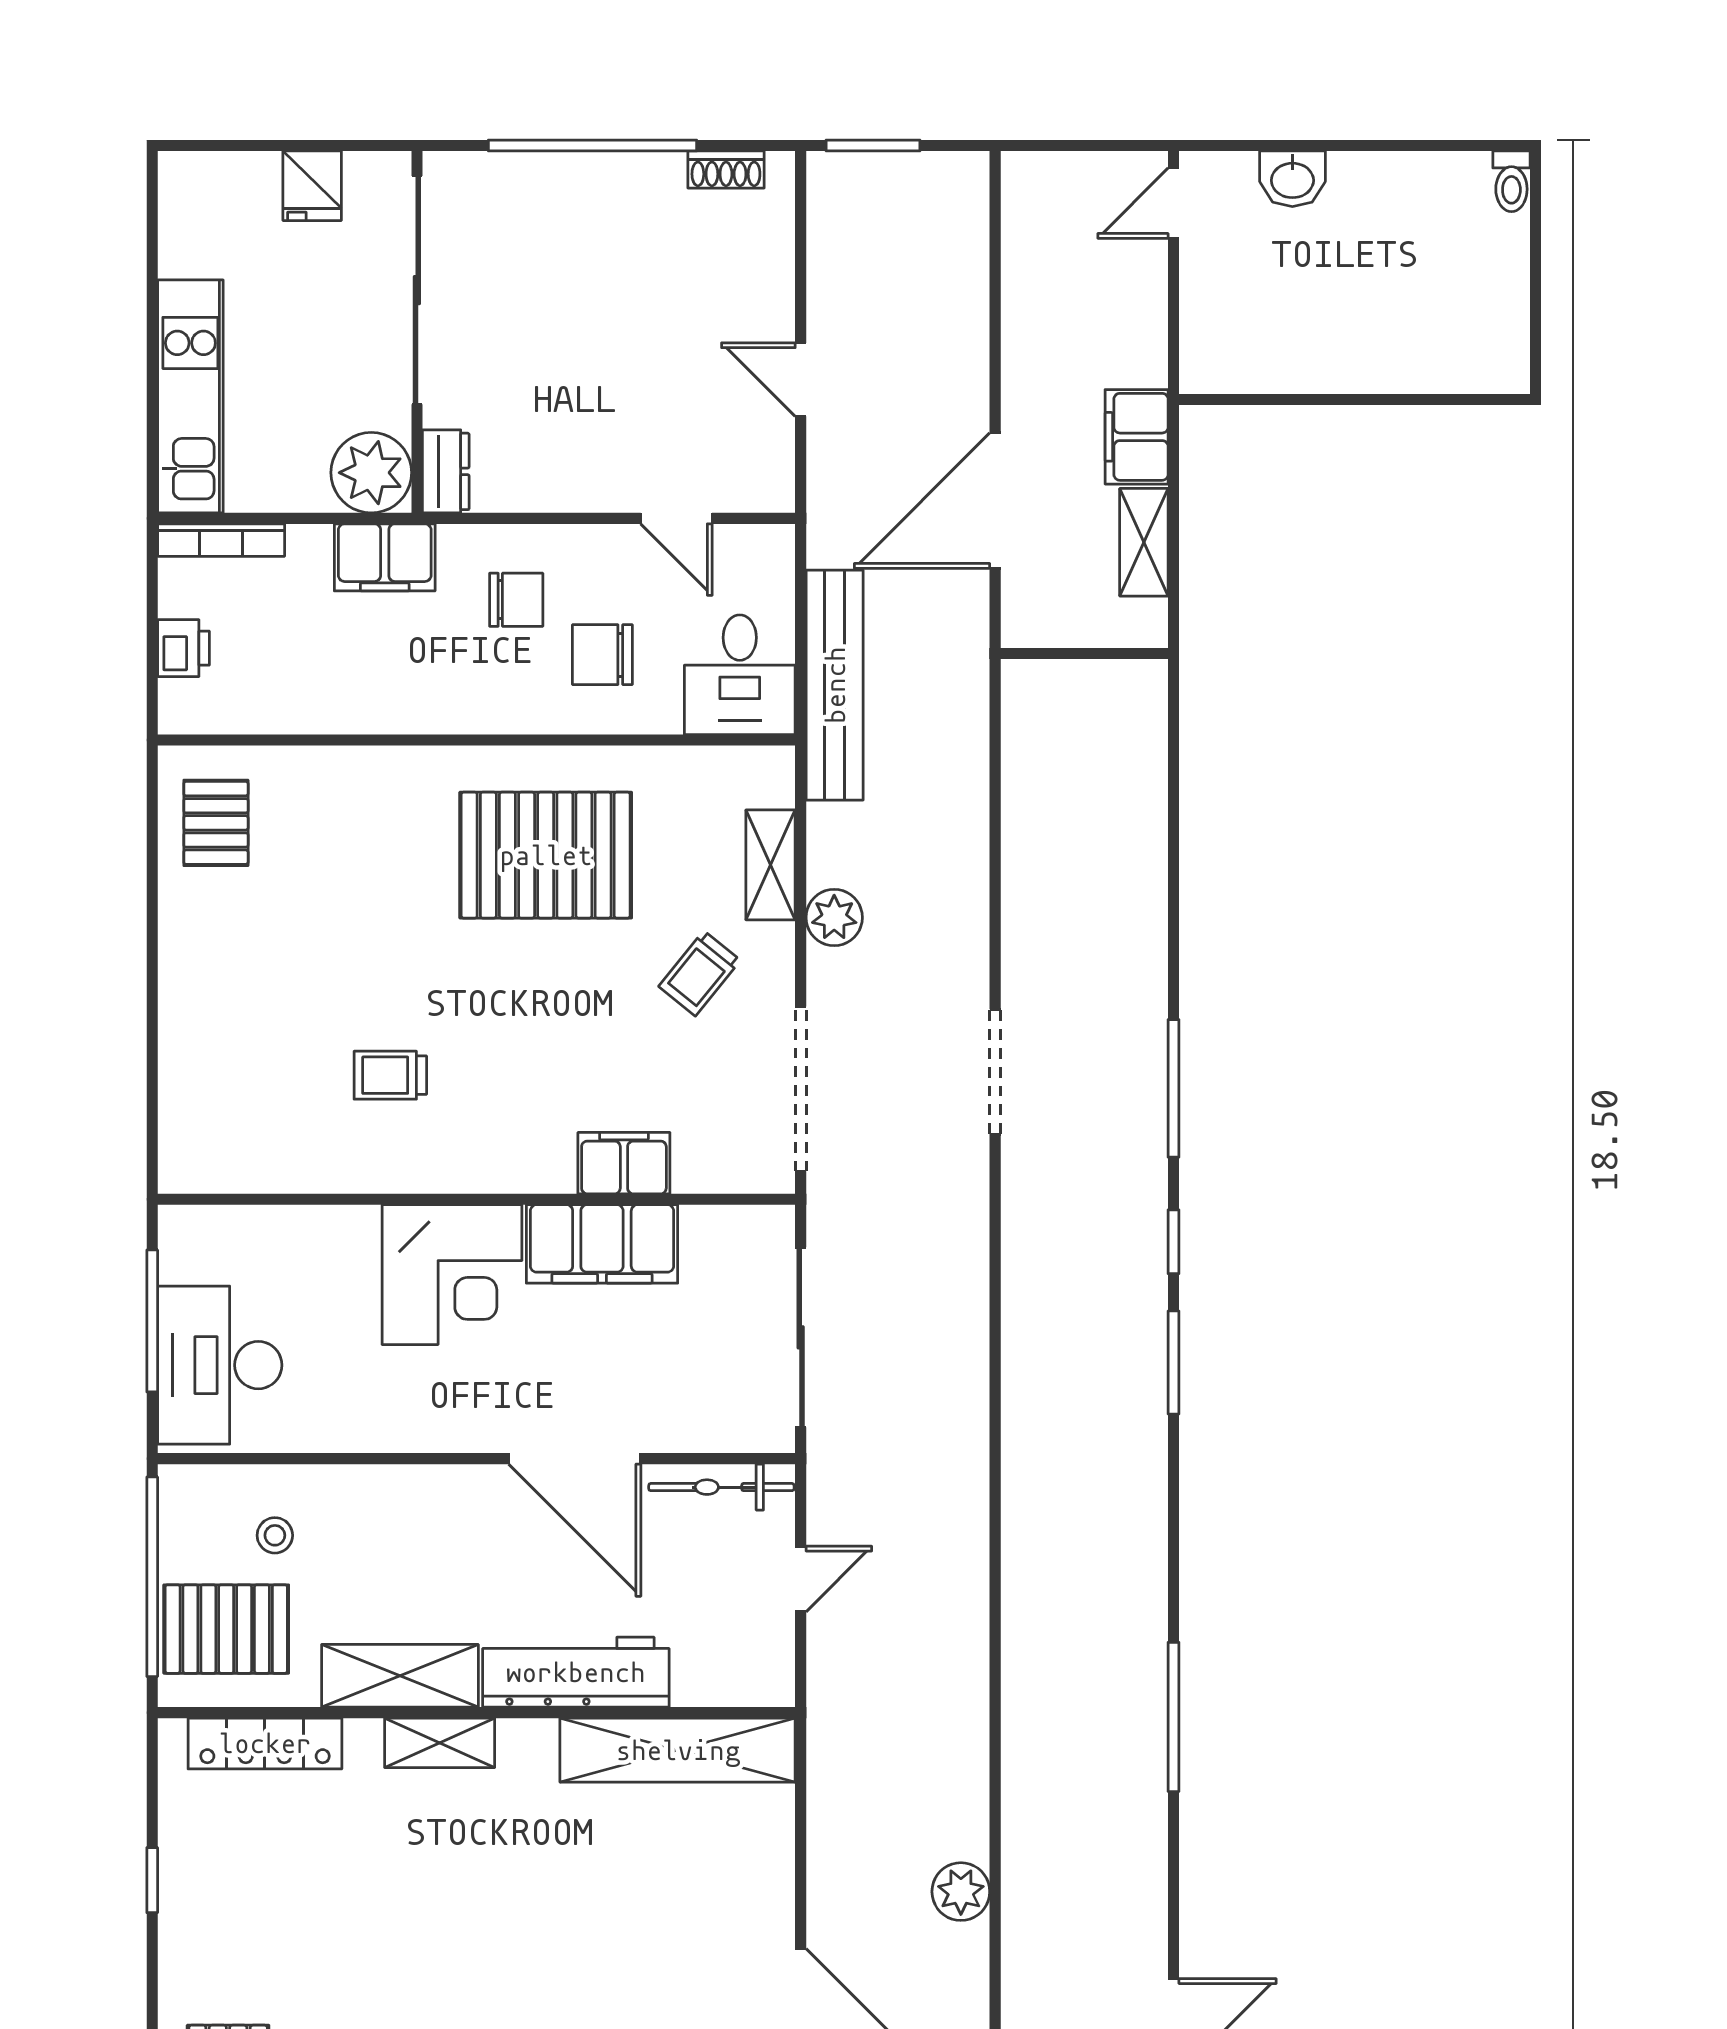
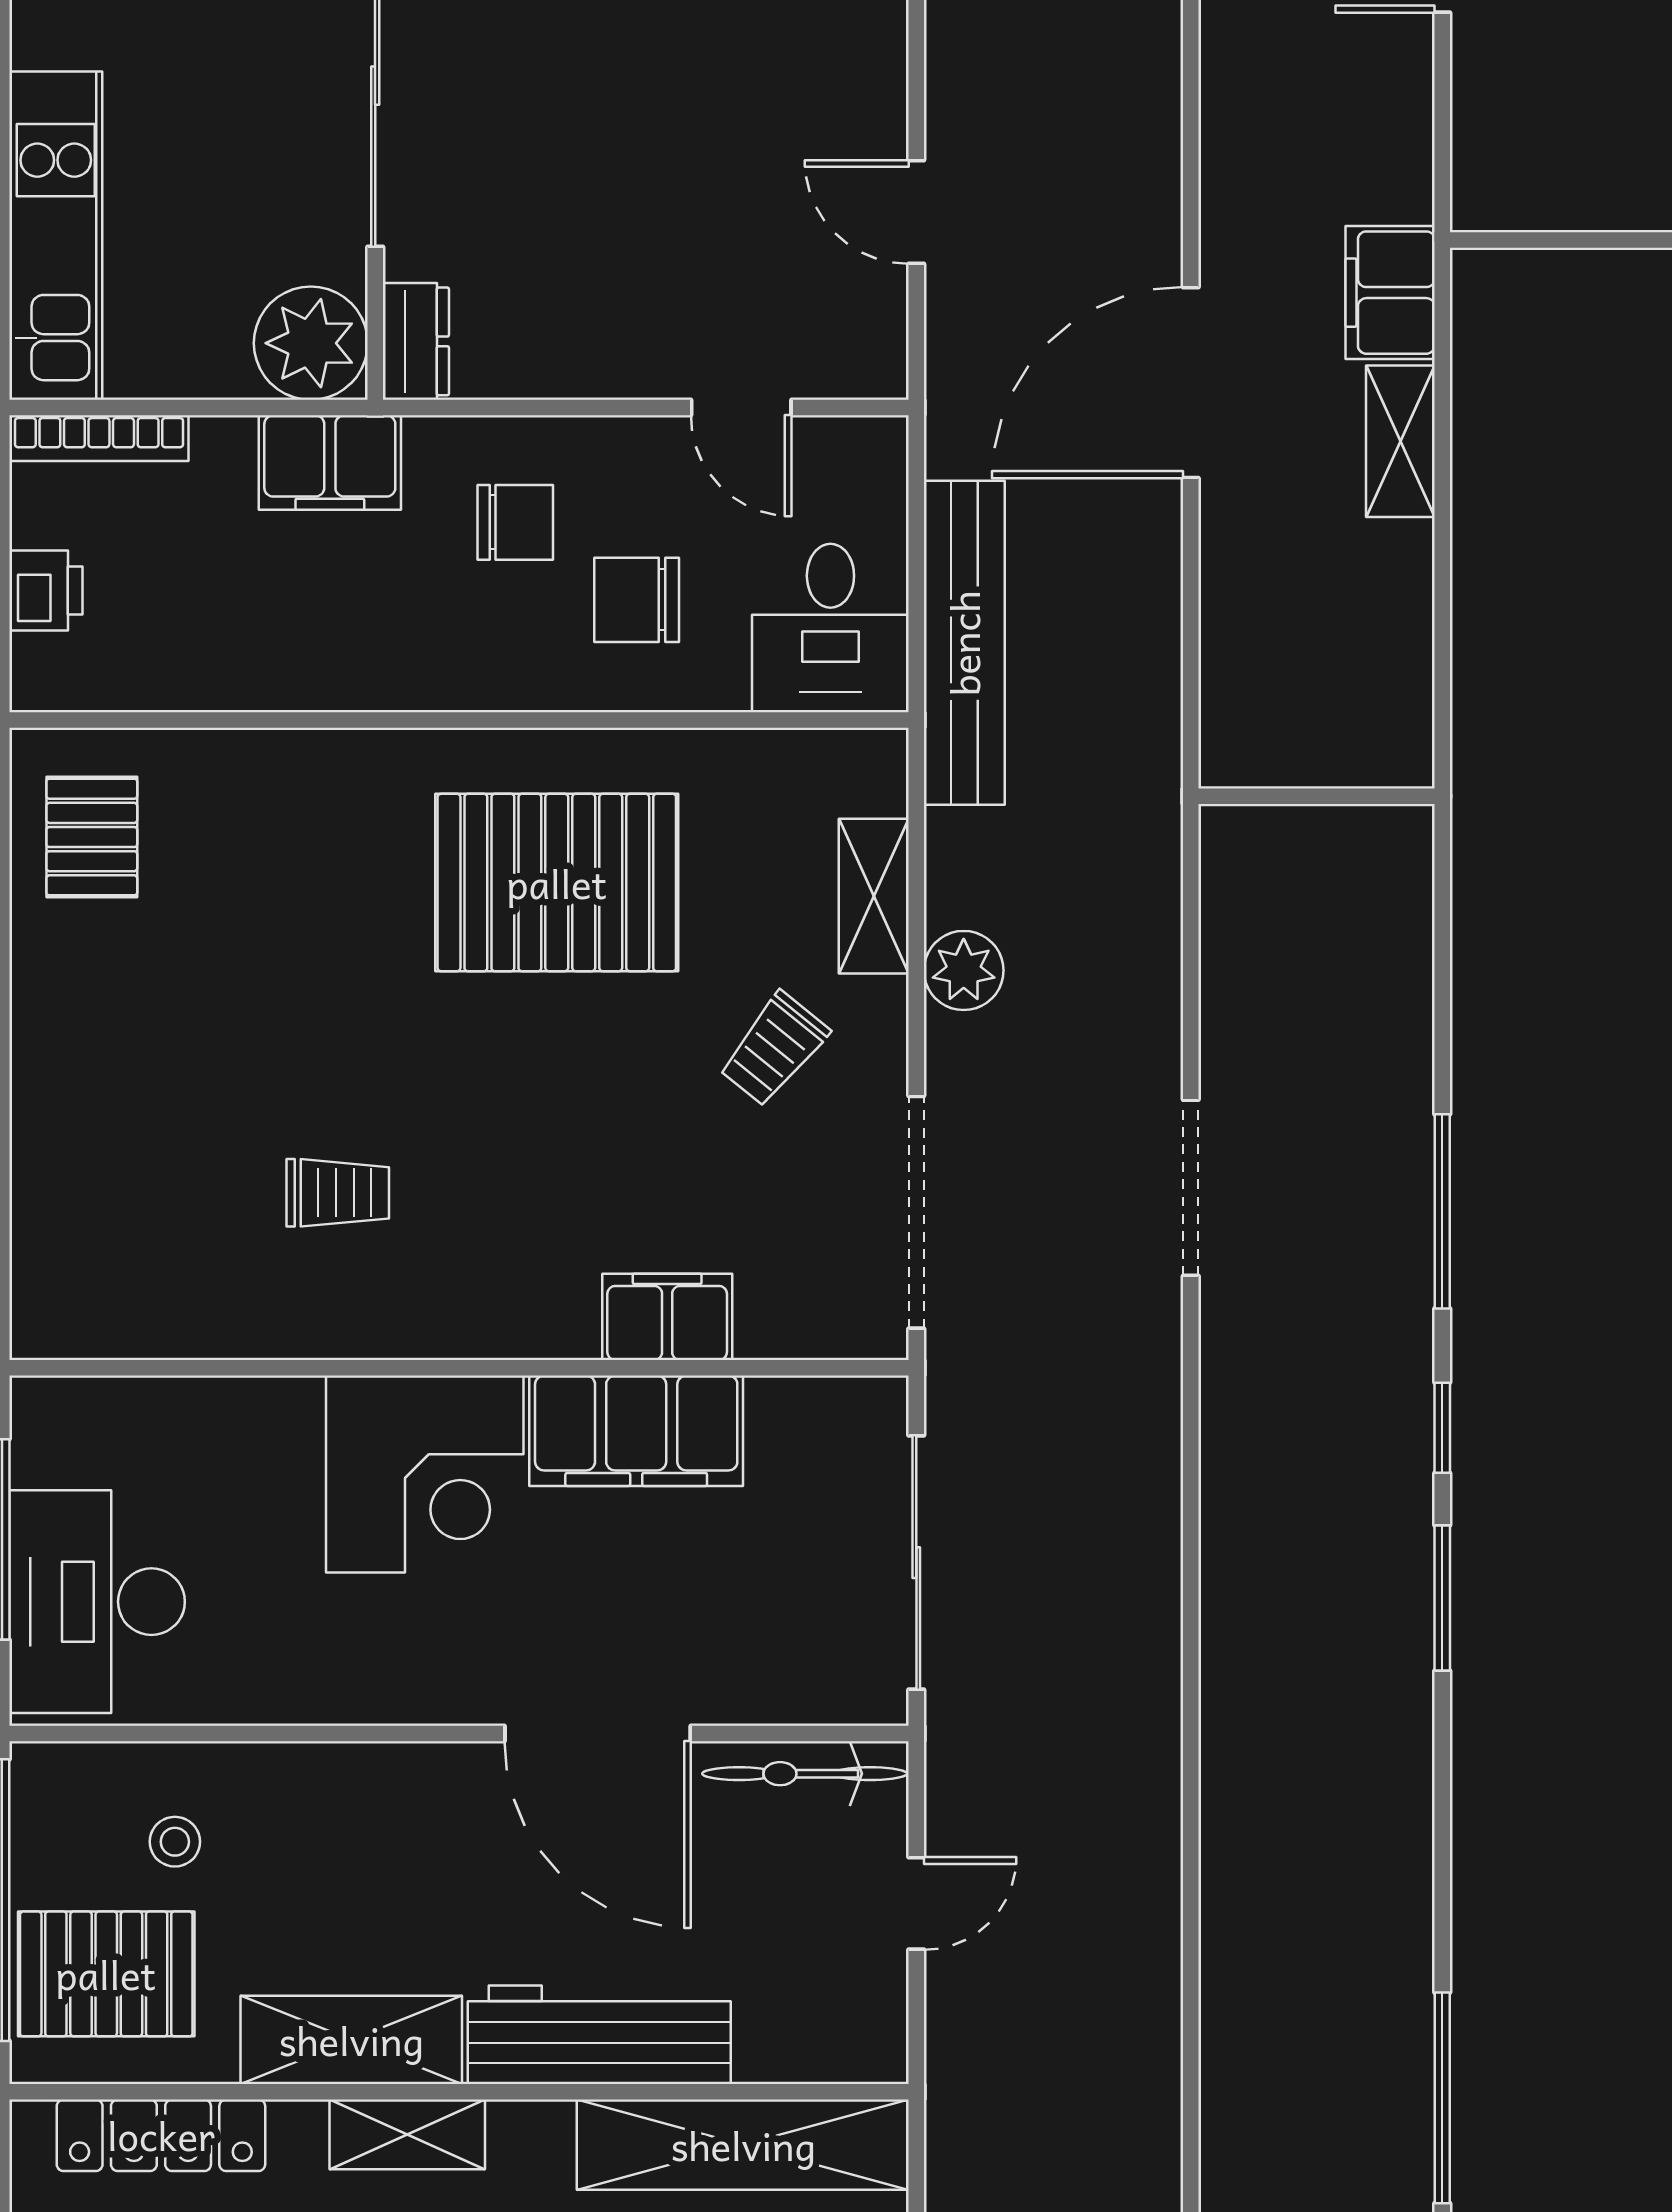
wall: (1084, 653) -> (1316, 796), moved
trolley: (390, 1075) -> (338, 1193), turned 180

